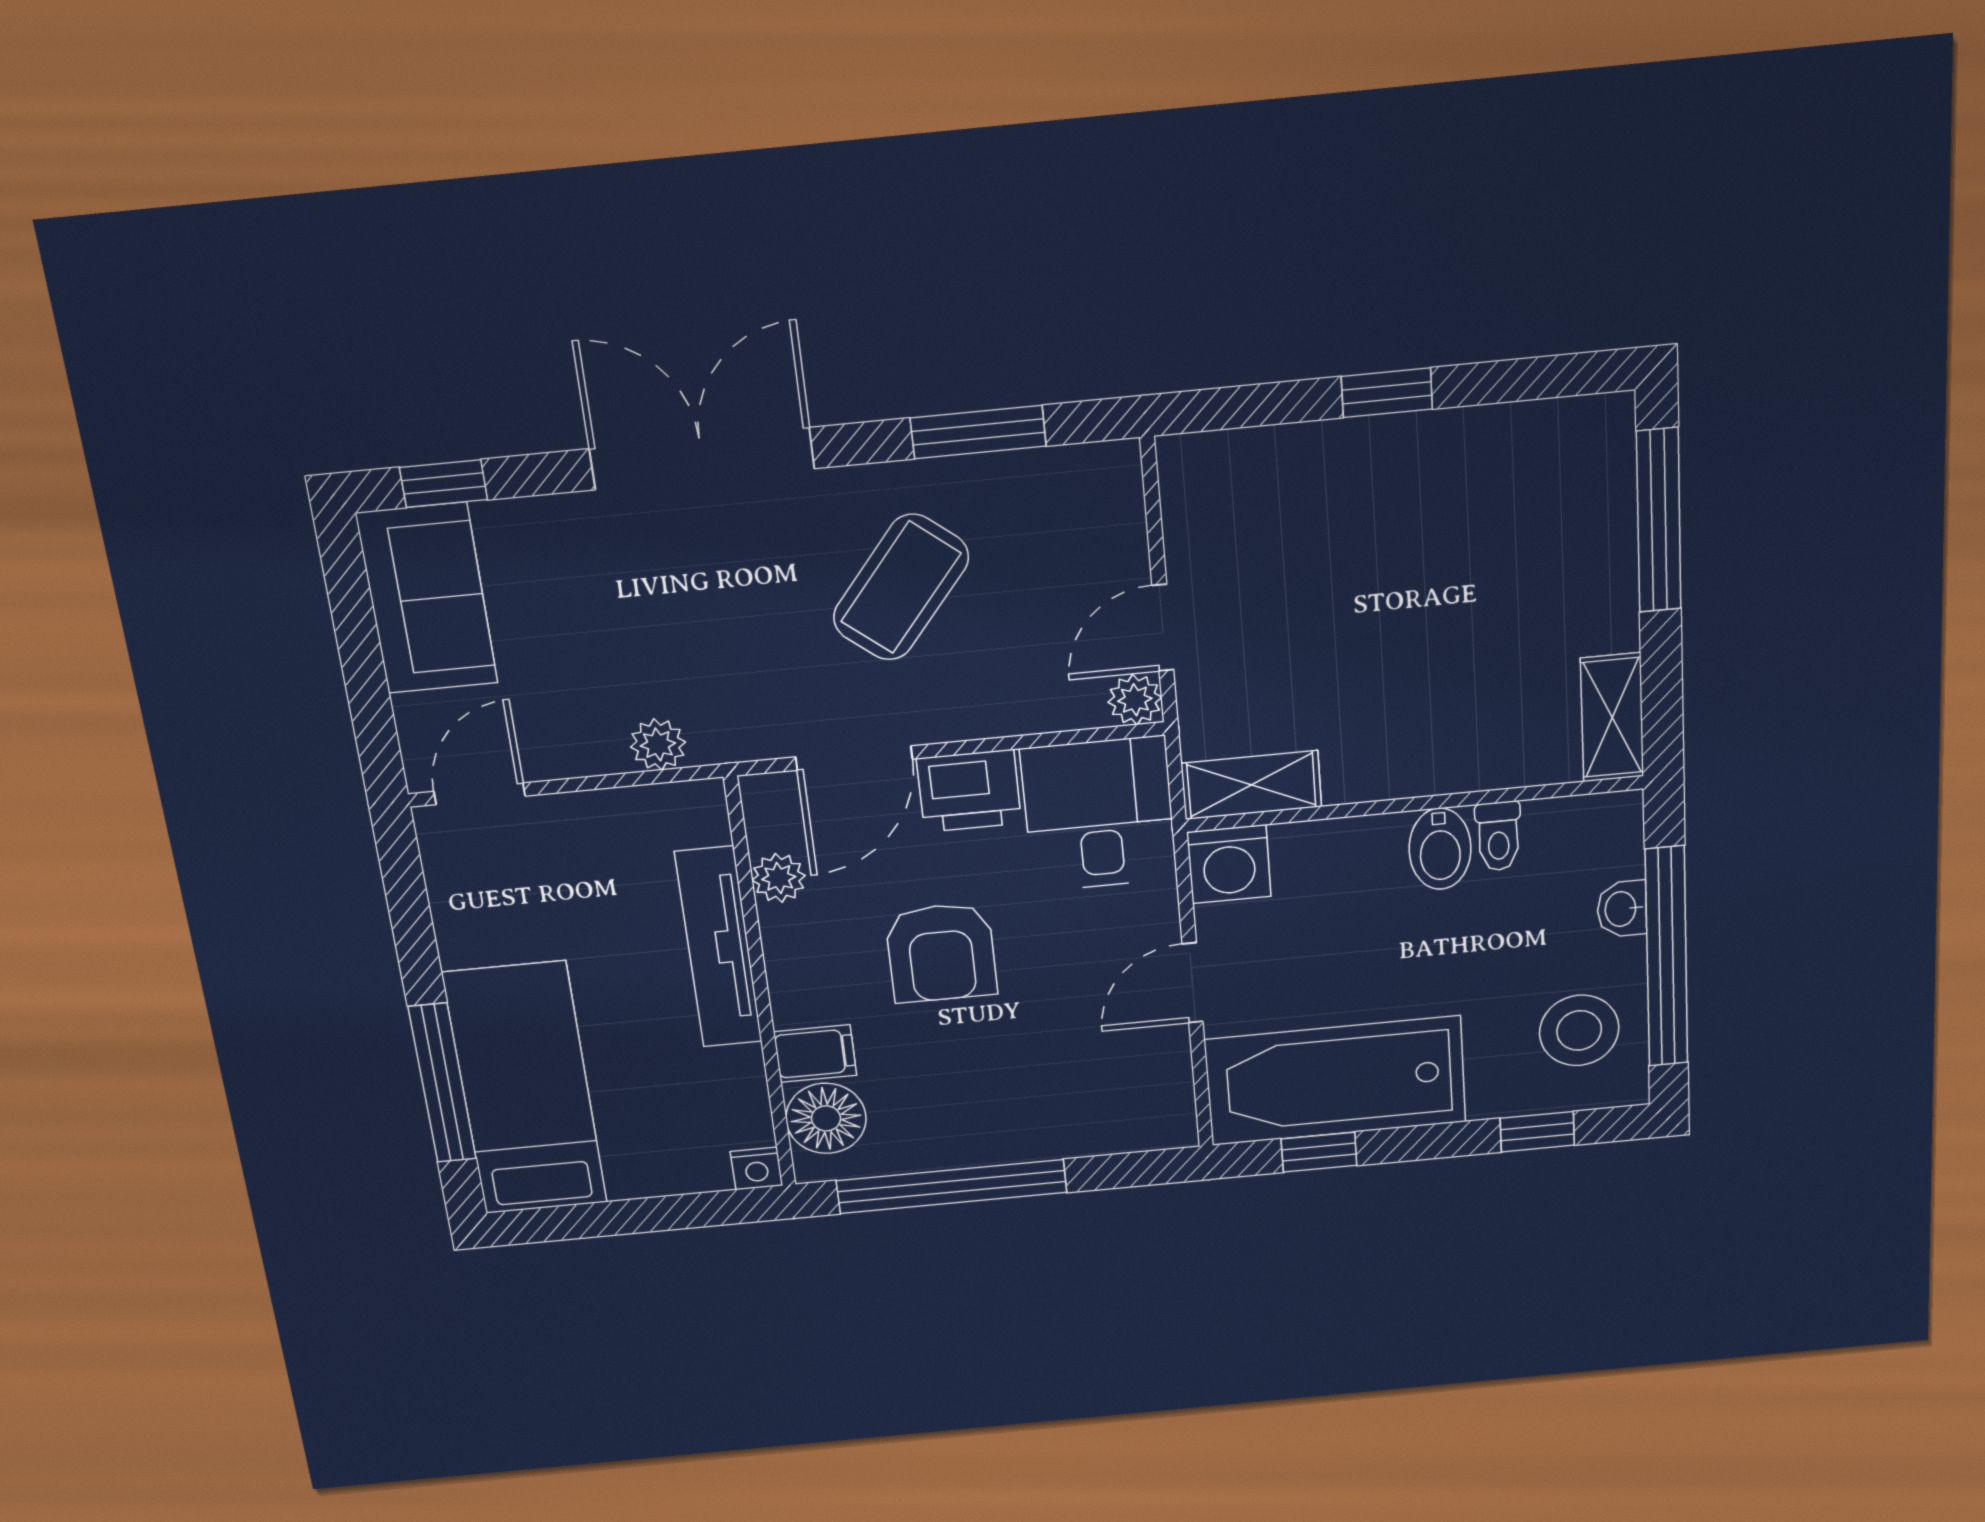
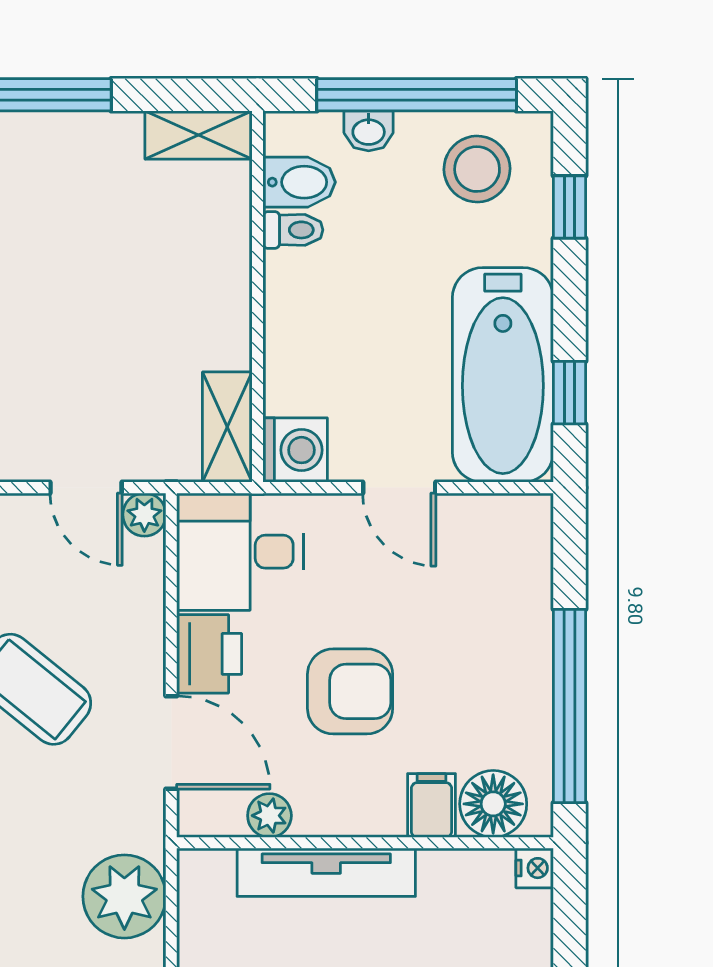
plant: (658, 744) -> (124, 896), width x1.87, depth x1.87
bidet: (1440, 849) -> (299, 182), moved

